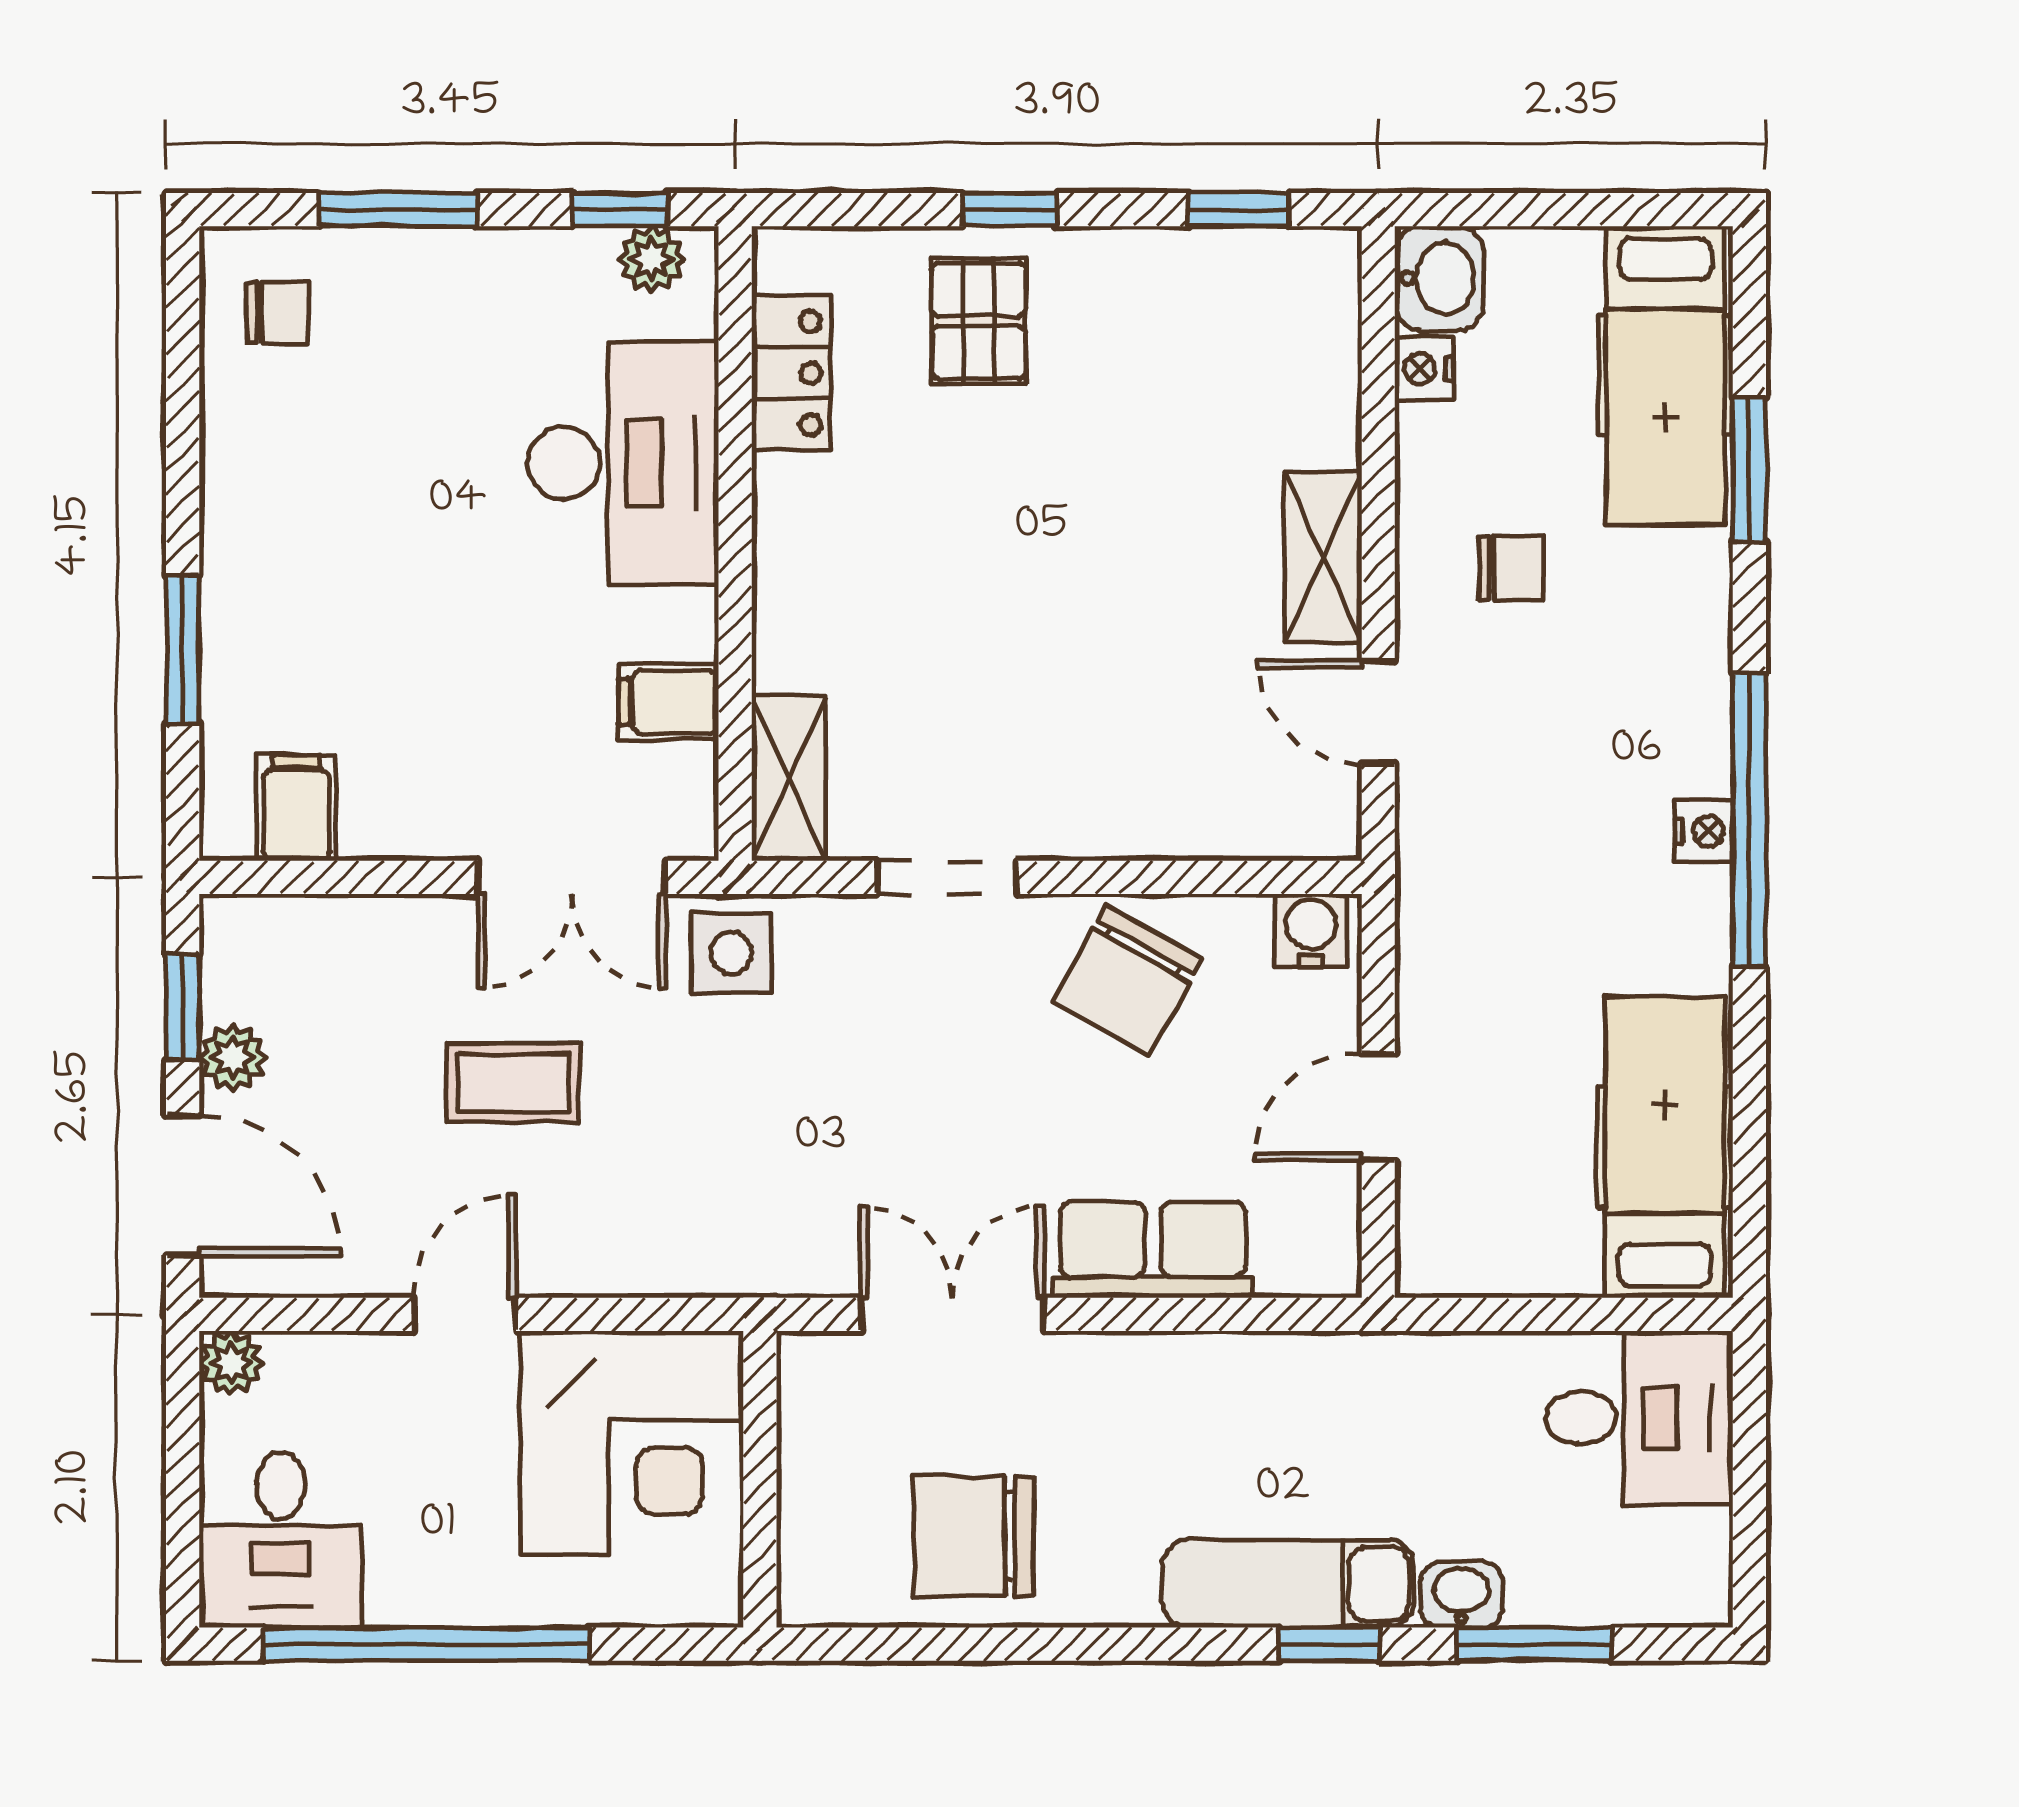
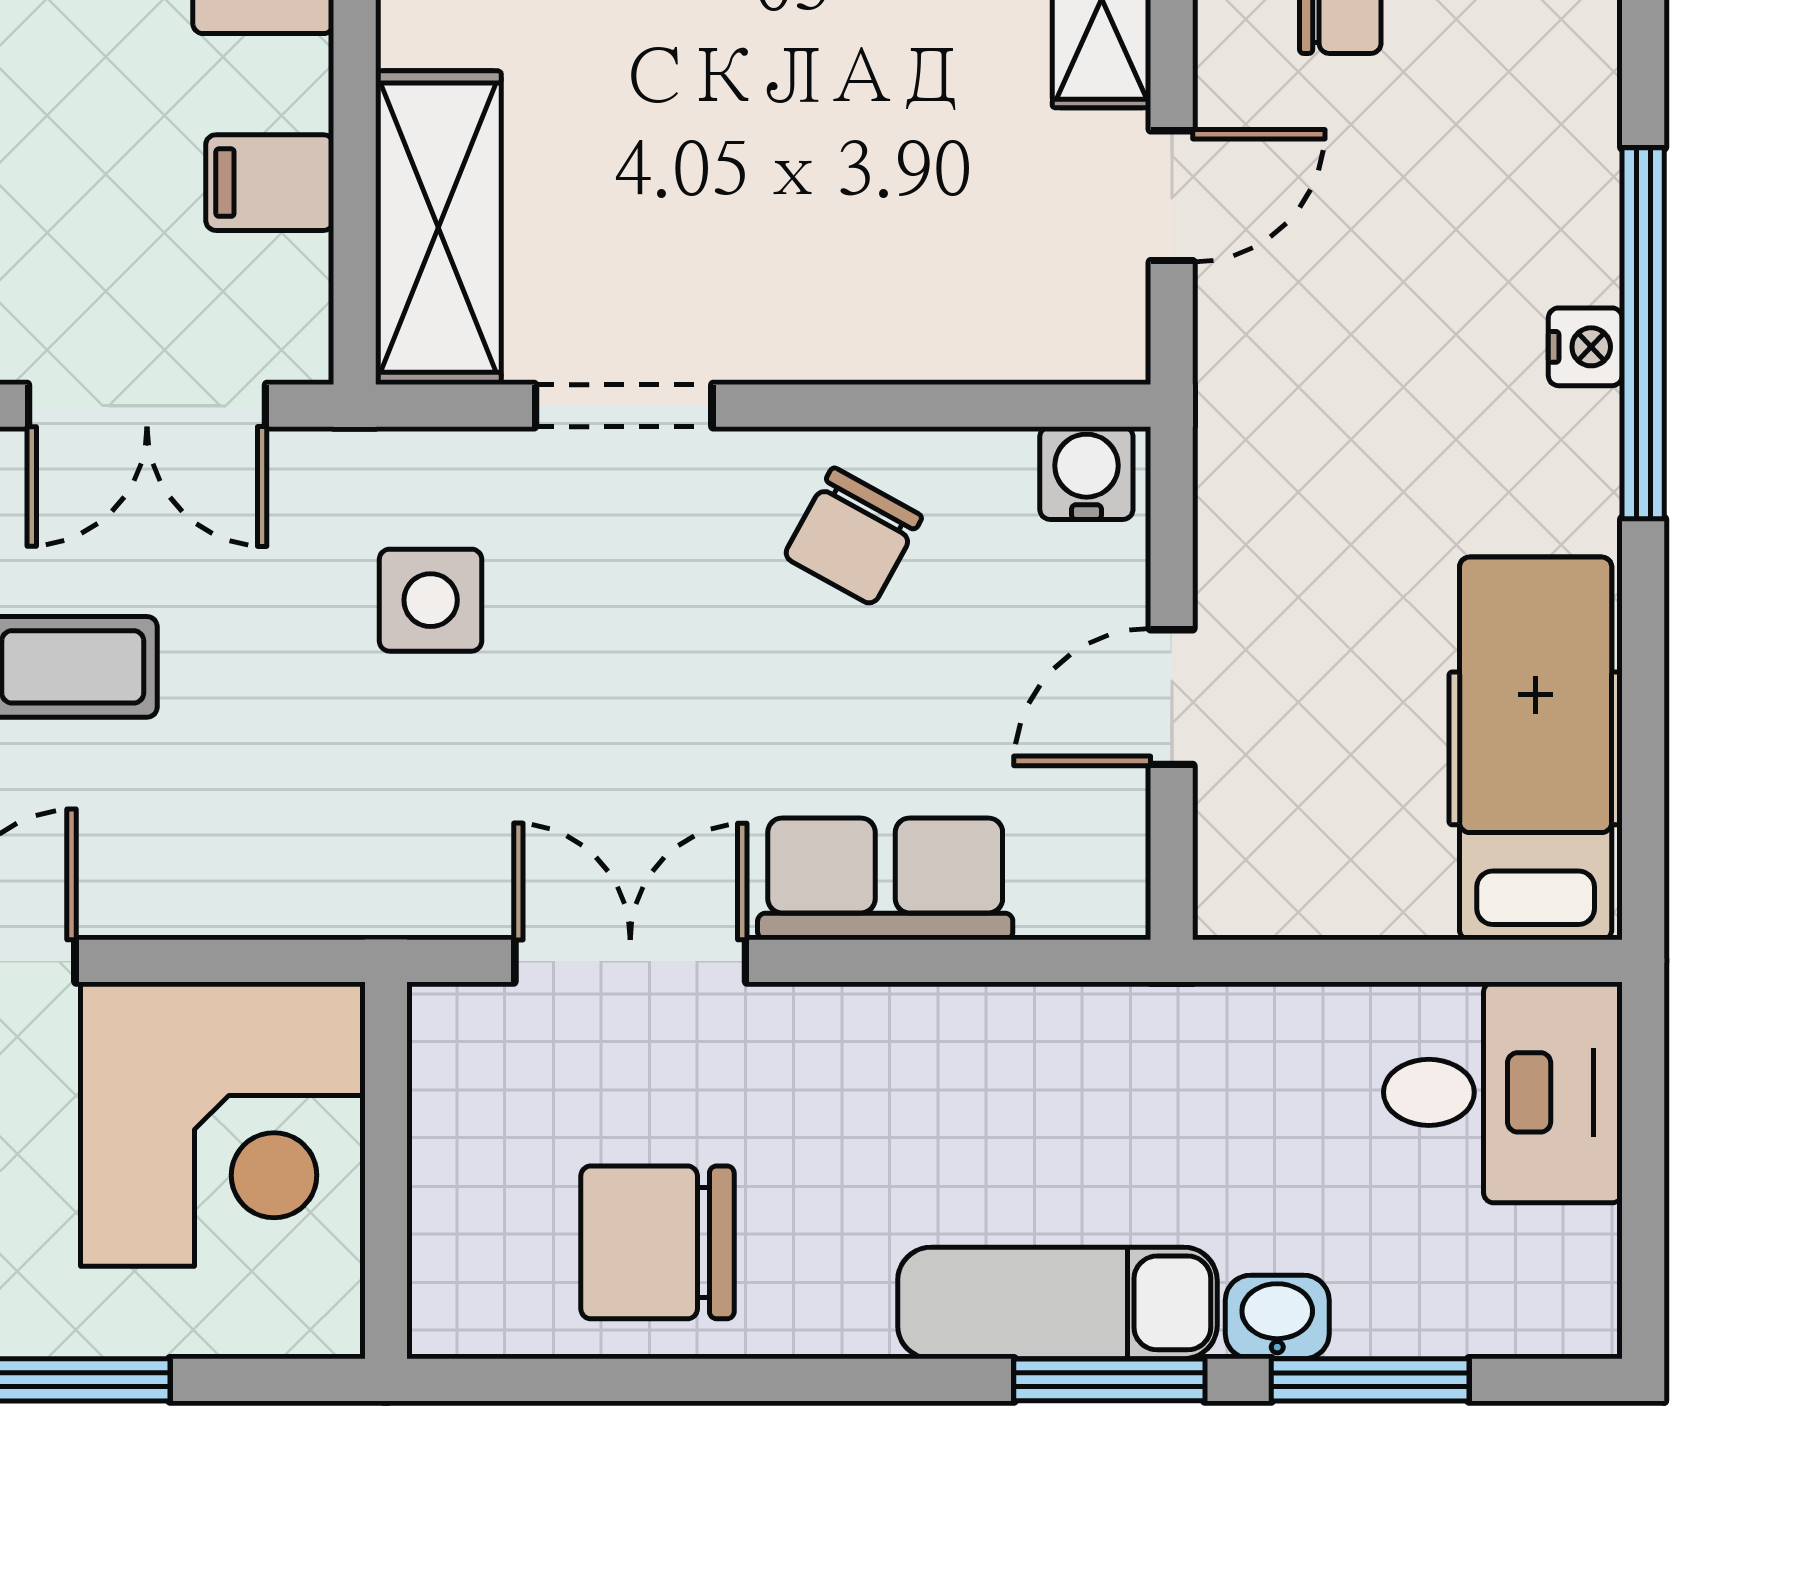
door: (1378, 712) -> (1172, 196), swing flipped
shelving: (789, 778) -> (438, 228), width x1.50, depth x1.33
side table: (731, 953) -> (431, 600), moved
chair: (1127, 980) -> (853, 536), width x0.73, depth x0.73
window: (1329, 1644) -> (1109, 1380), width x1.50

